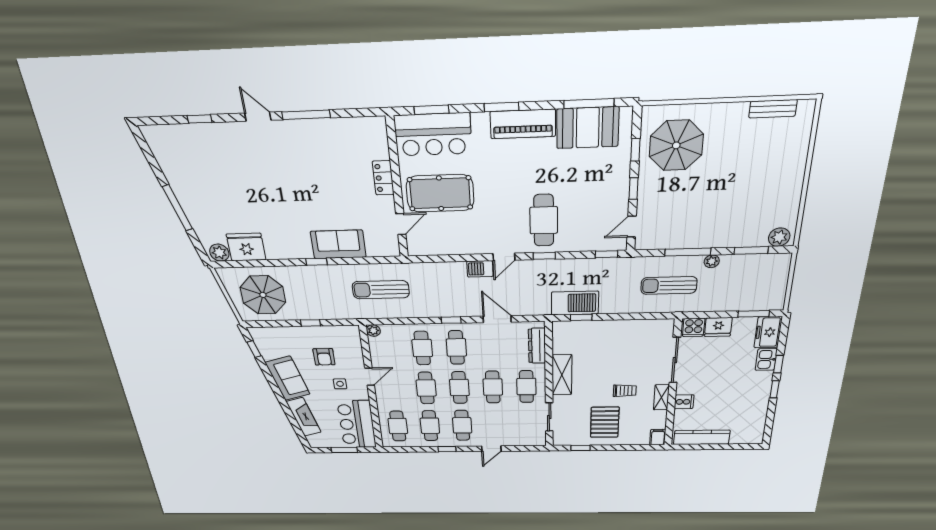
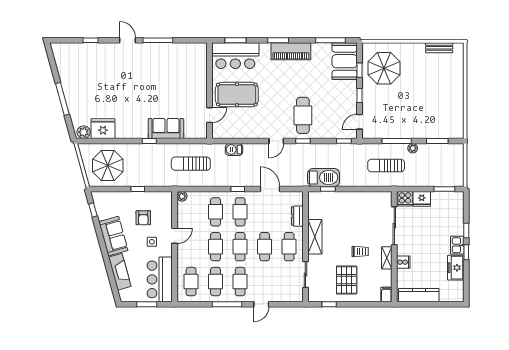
booth: (588, 128) -> (345, 61), moved, turned 90
locker: (383, 178) -> (201, 83), removed
plant: (779, 237) -> (454, 132), removed
barbecue: (480, 269) -> (234, 150), moved
freezer: (768, 332) -> (456, 268), moved
dresser: (537, 346) -> (297, 216), width x0.70
kitchen sink: (766, 359) -> (457, 245), moved
window: (447, 449) -> (227, 304), width x2.17

